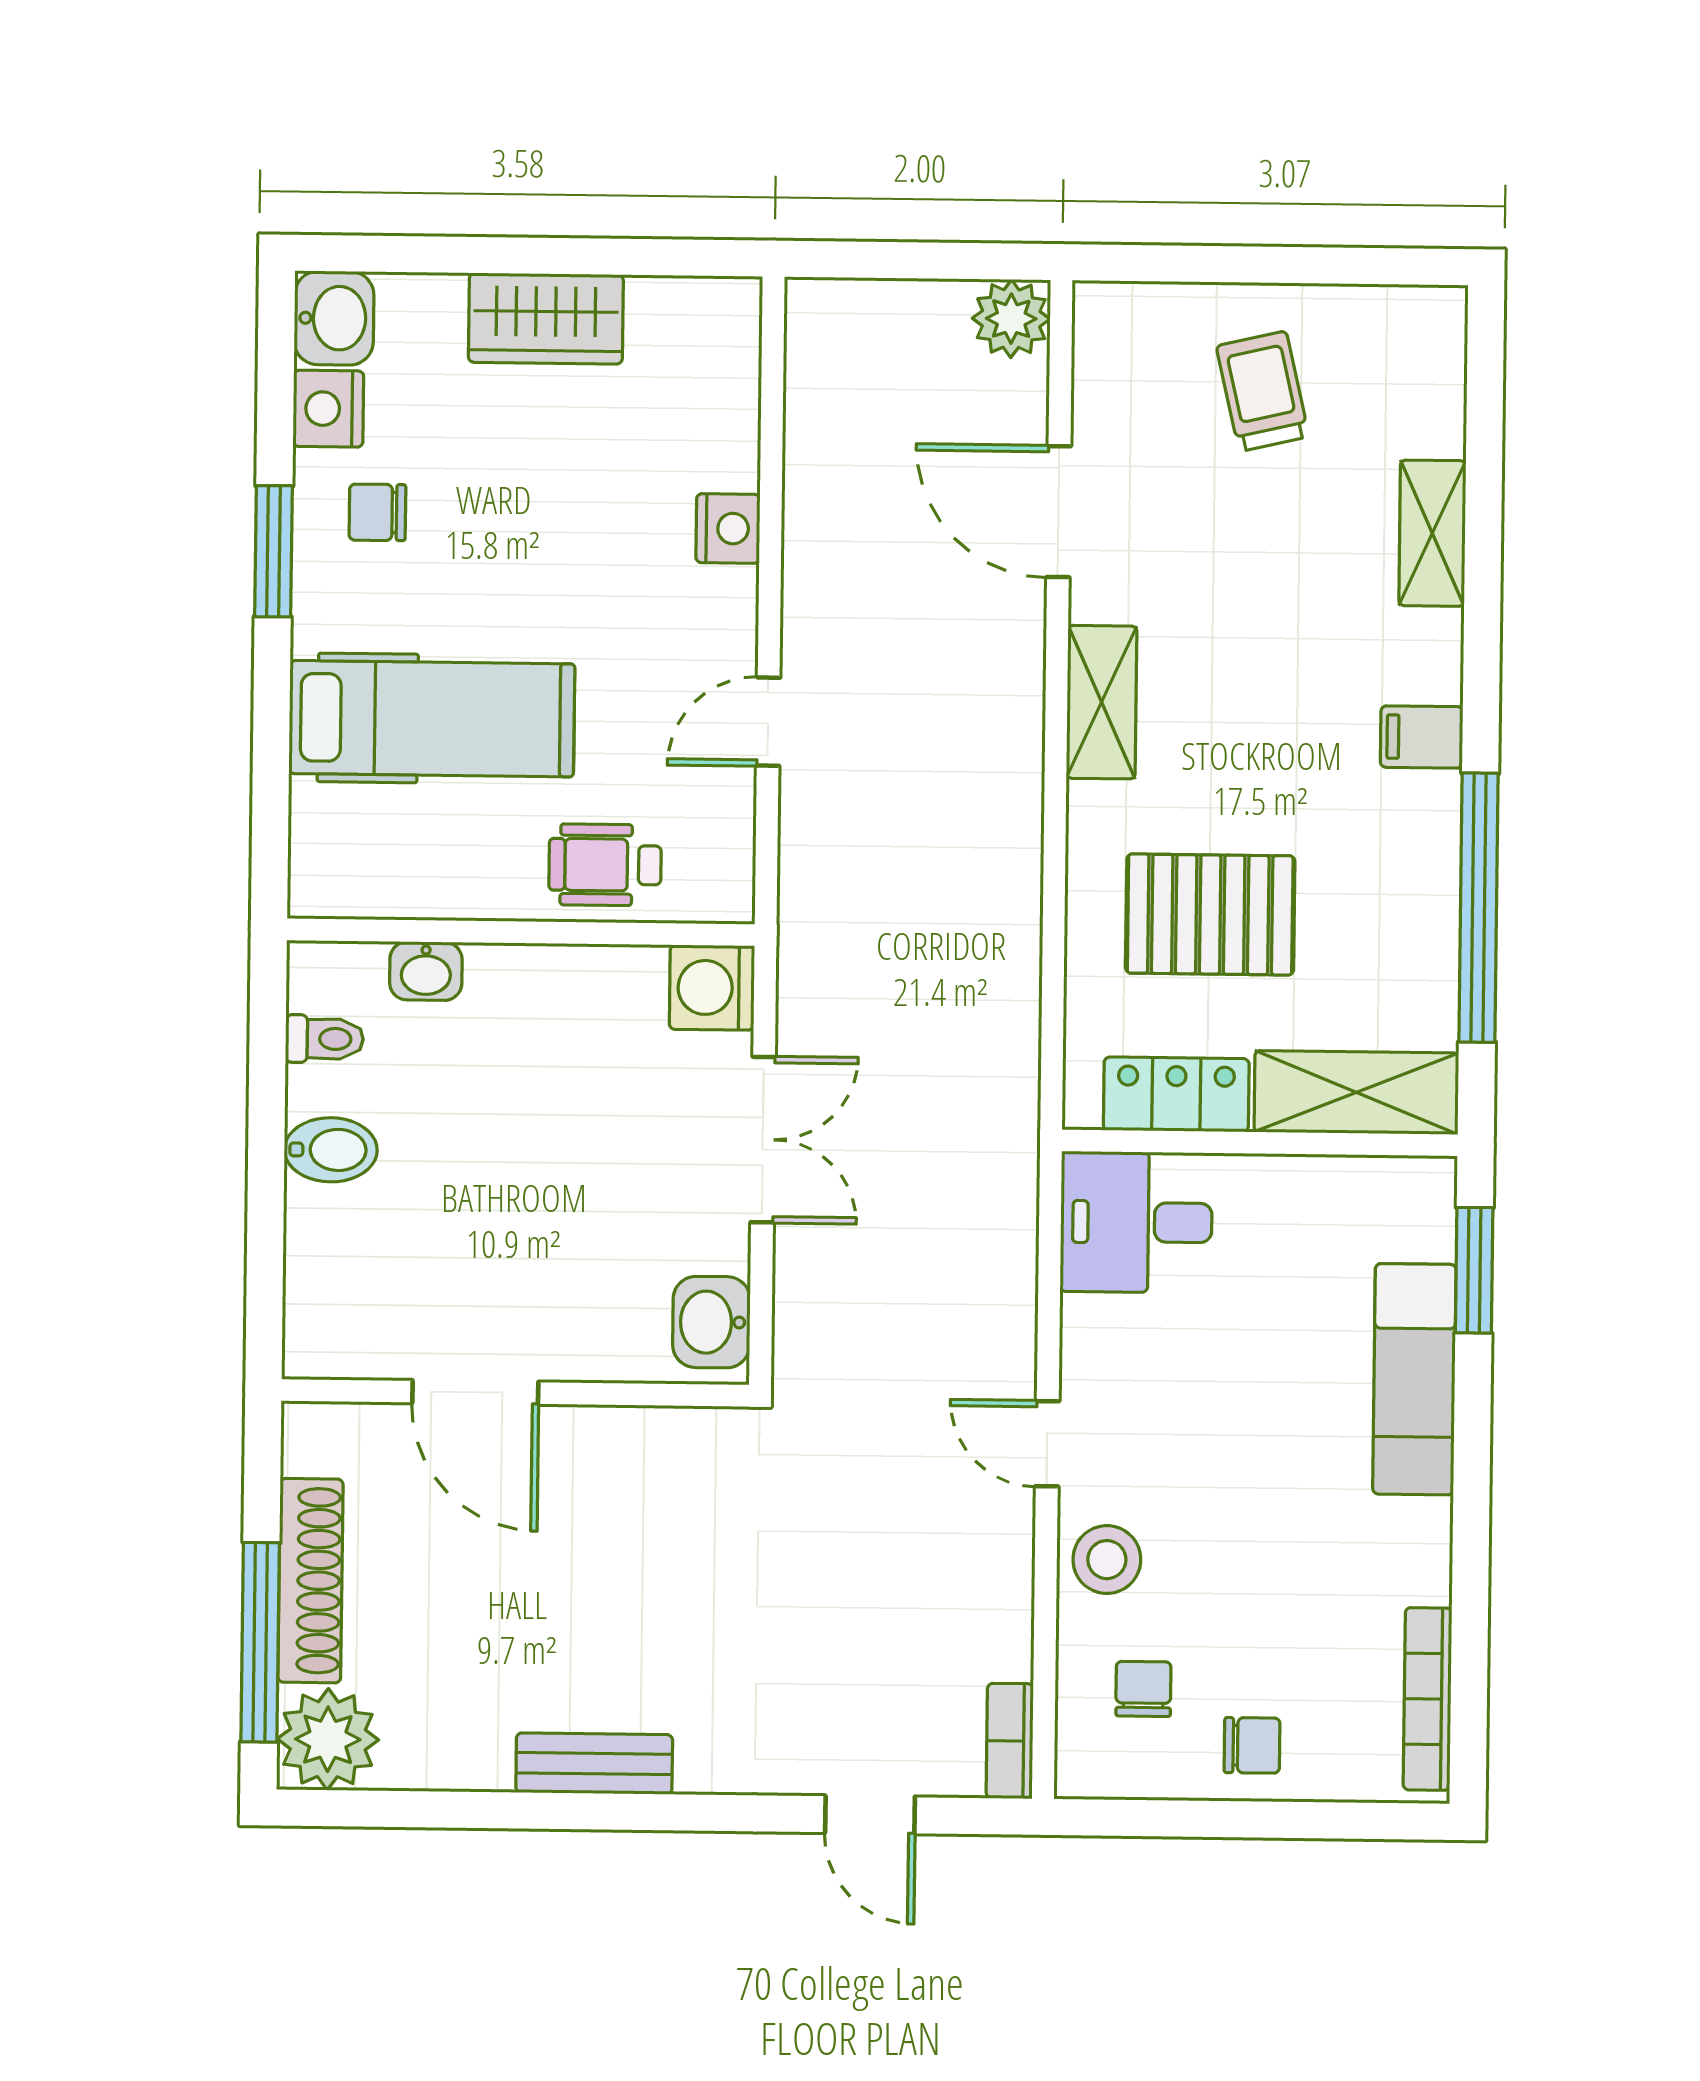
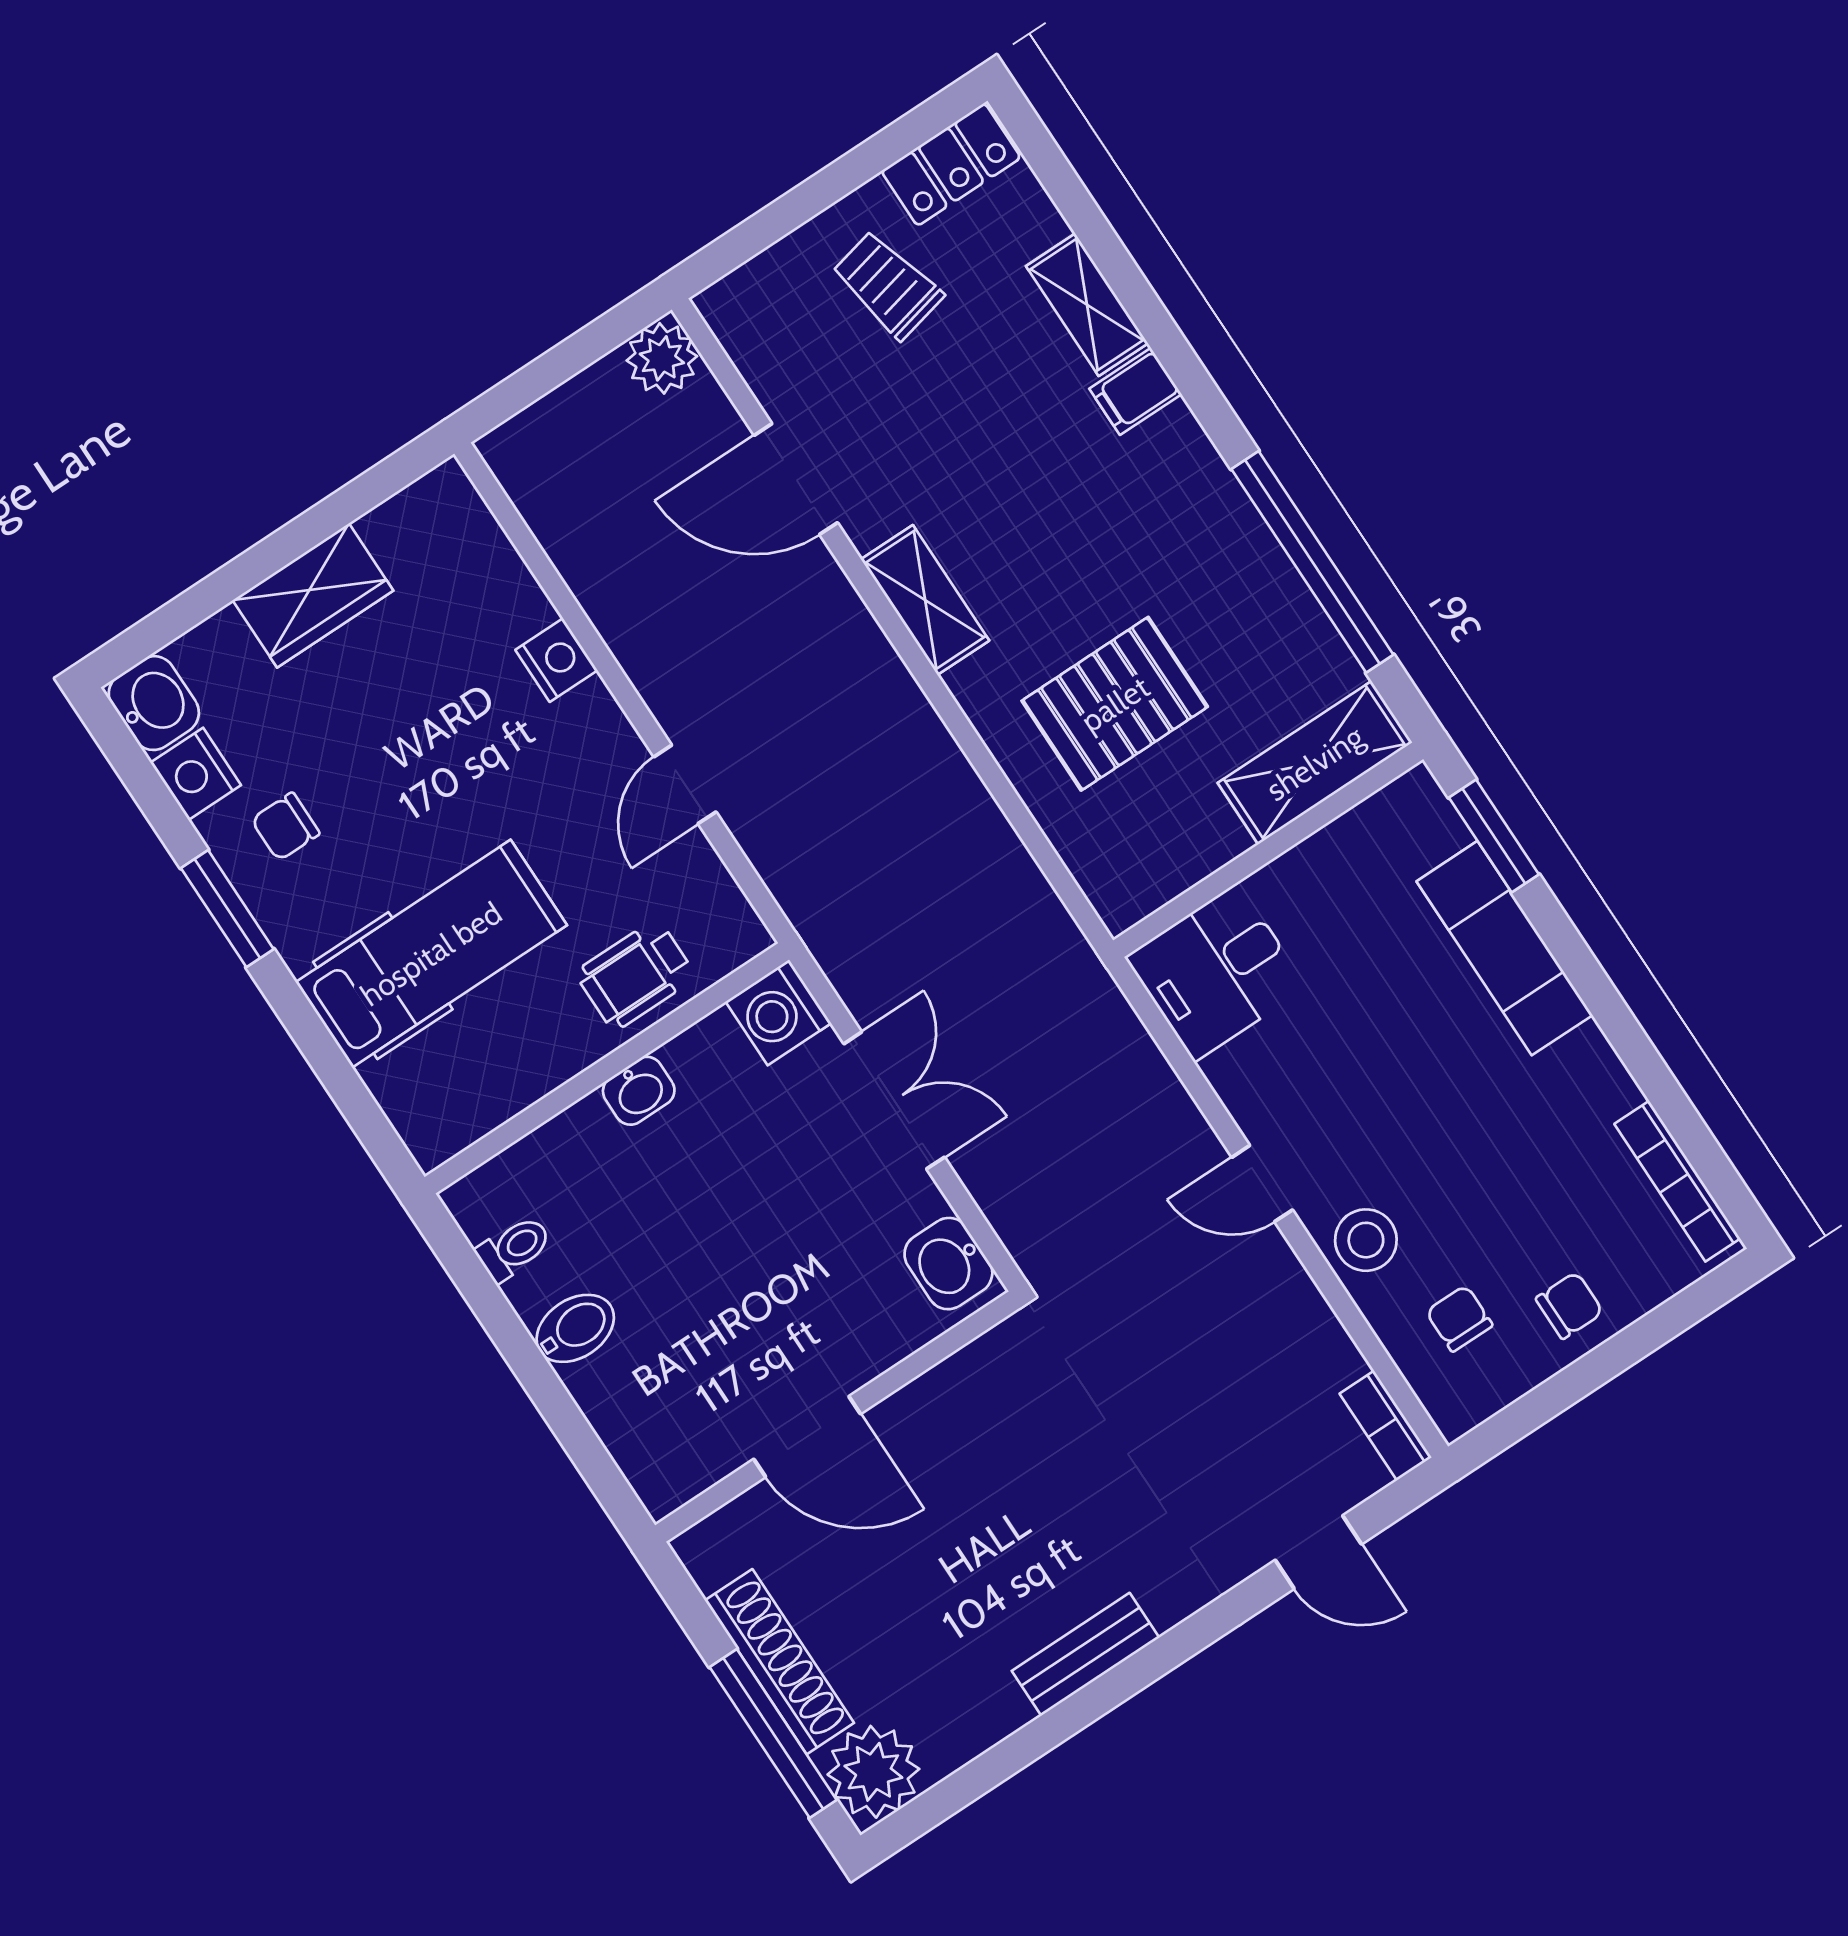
filing cabinet: (1422, 737) -> (1135, 391), moved
washbasin: (426, 971) -> (639, 1091), moved
locker: (1176, 1094) -> (951, 164), moved, turned 180

